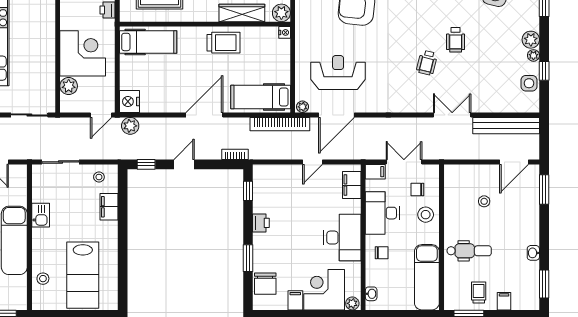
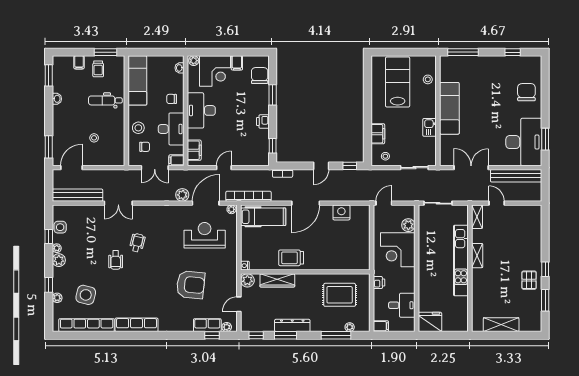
wheelchair: (456, 40) -> (116, 260), turned 180
hospital bed: (148, 42) -> (348, 258), removed
reception desk: (338, 72) -> (205, 235), turned 180
nightstand: (129, 102) -> (341, 212), moved, turned -90
plant: (130, 126) -> (182, 195), moved

